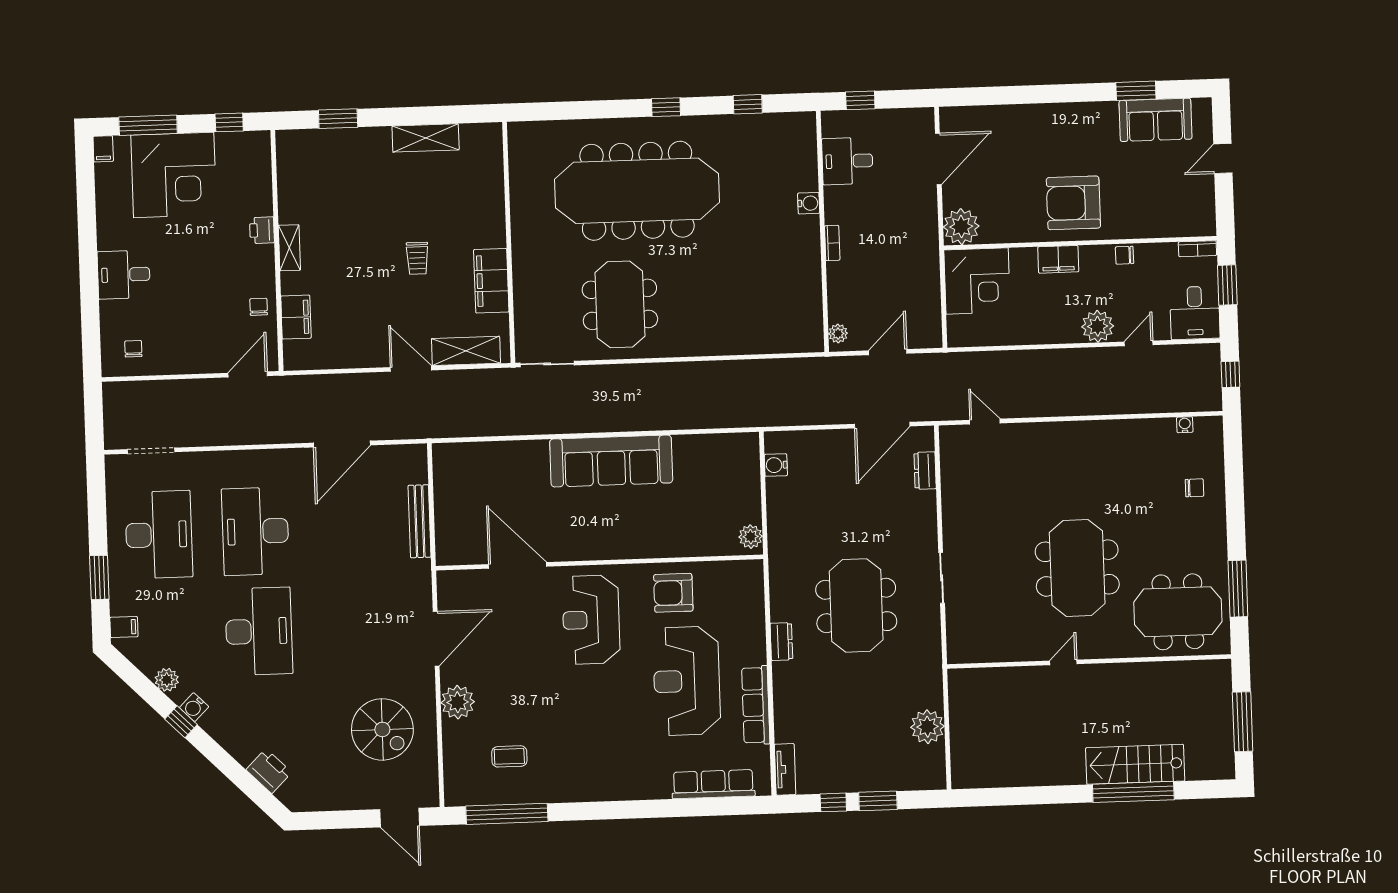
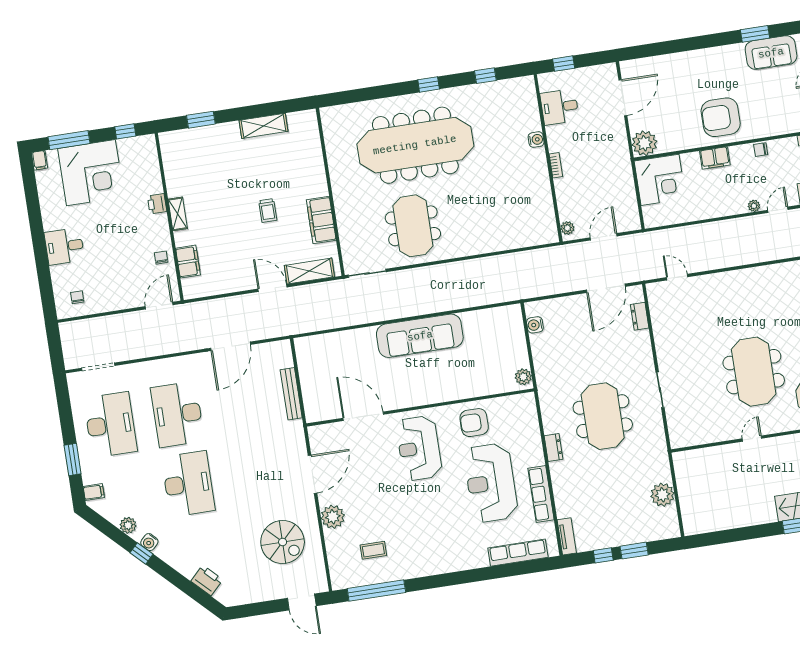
plant: (1098, 326) -> (754, 206), width x0.53, depth x0.53

